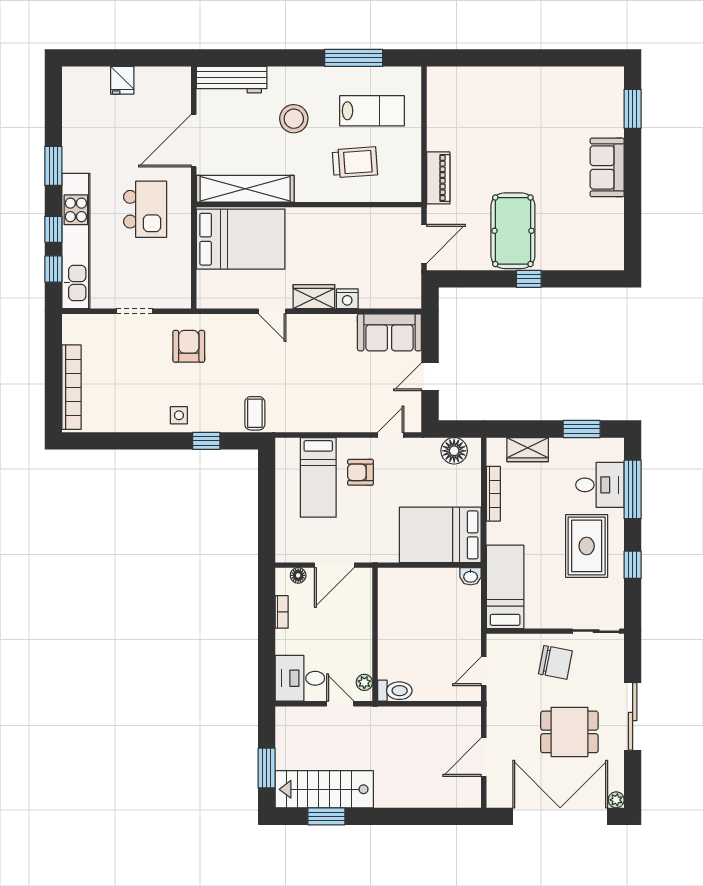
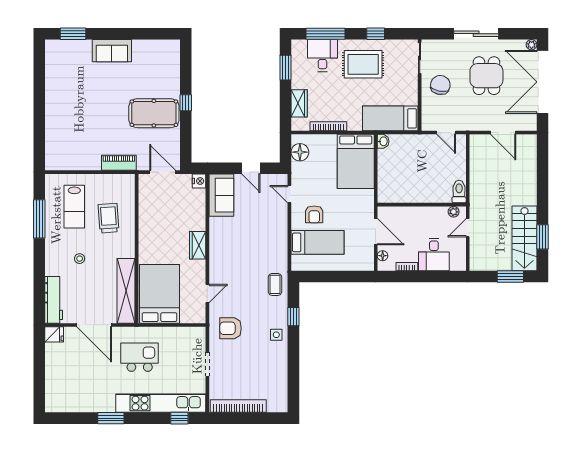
fridge: (122, 80) -> (54, 334), moved
lab bench: (372, 111) -> (74, 207), turned 180
stool: (294, 119) -> (80, 259), width x0.53, depth x0.53
window: (53, 229) -> (153, 418), removed
nightstand: (347, 299) -> (199, 181), moved
door: (272, 311) -> (207, 294), moved
bookcase: (71, 387) -> (238, 406), moved
coffee table: (255, 413) -> (275, 284), turned 90
desk: (300, 678) -> (434, 255), moved

